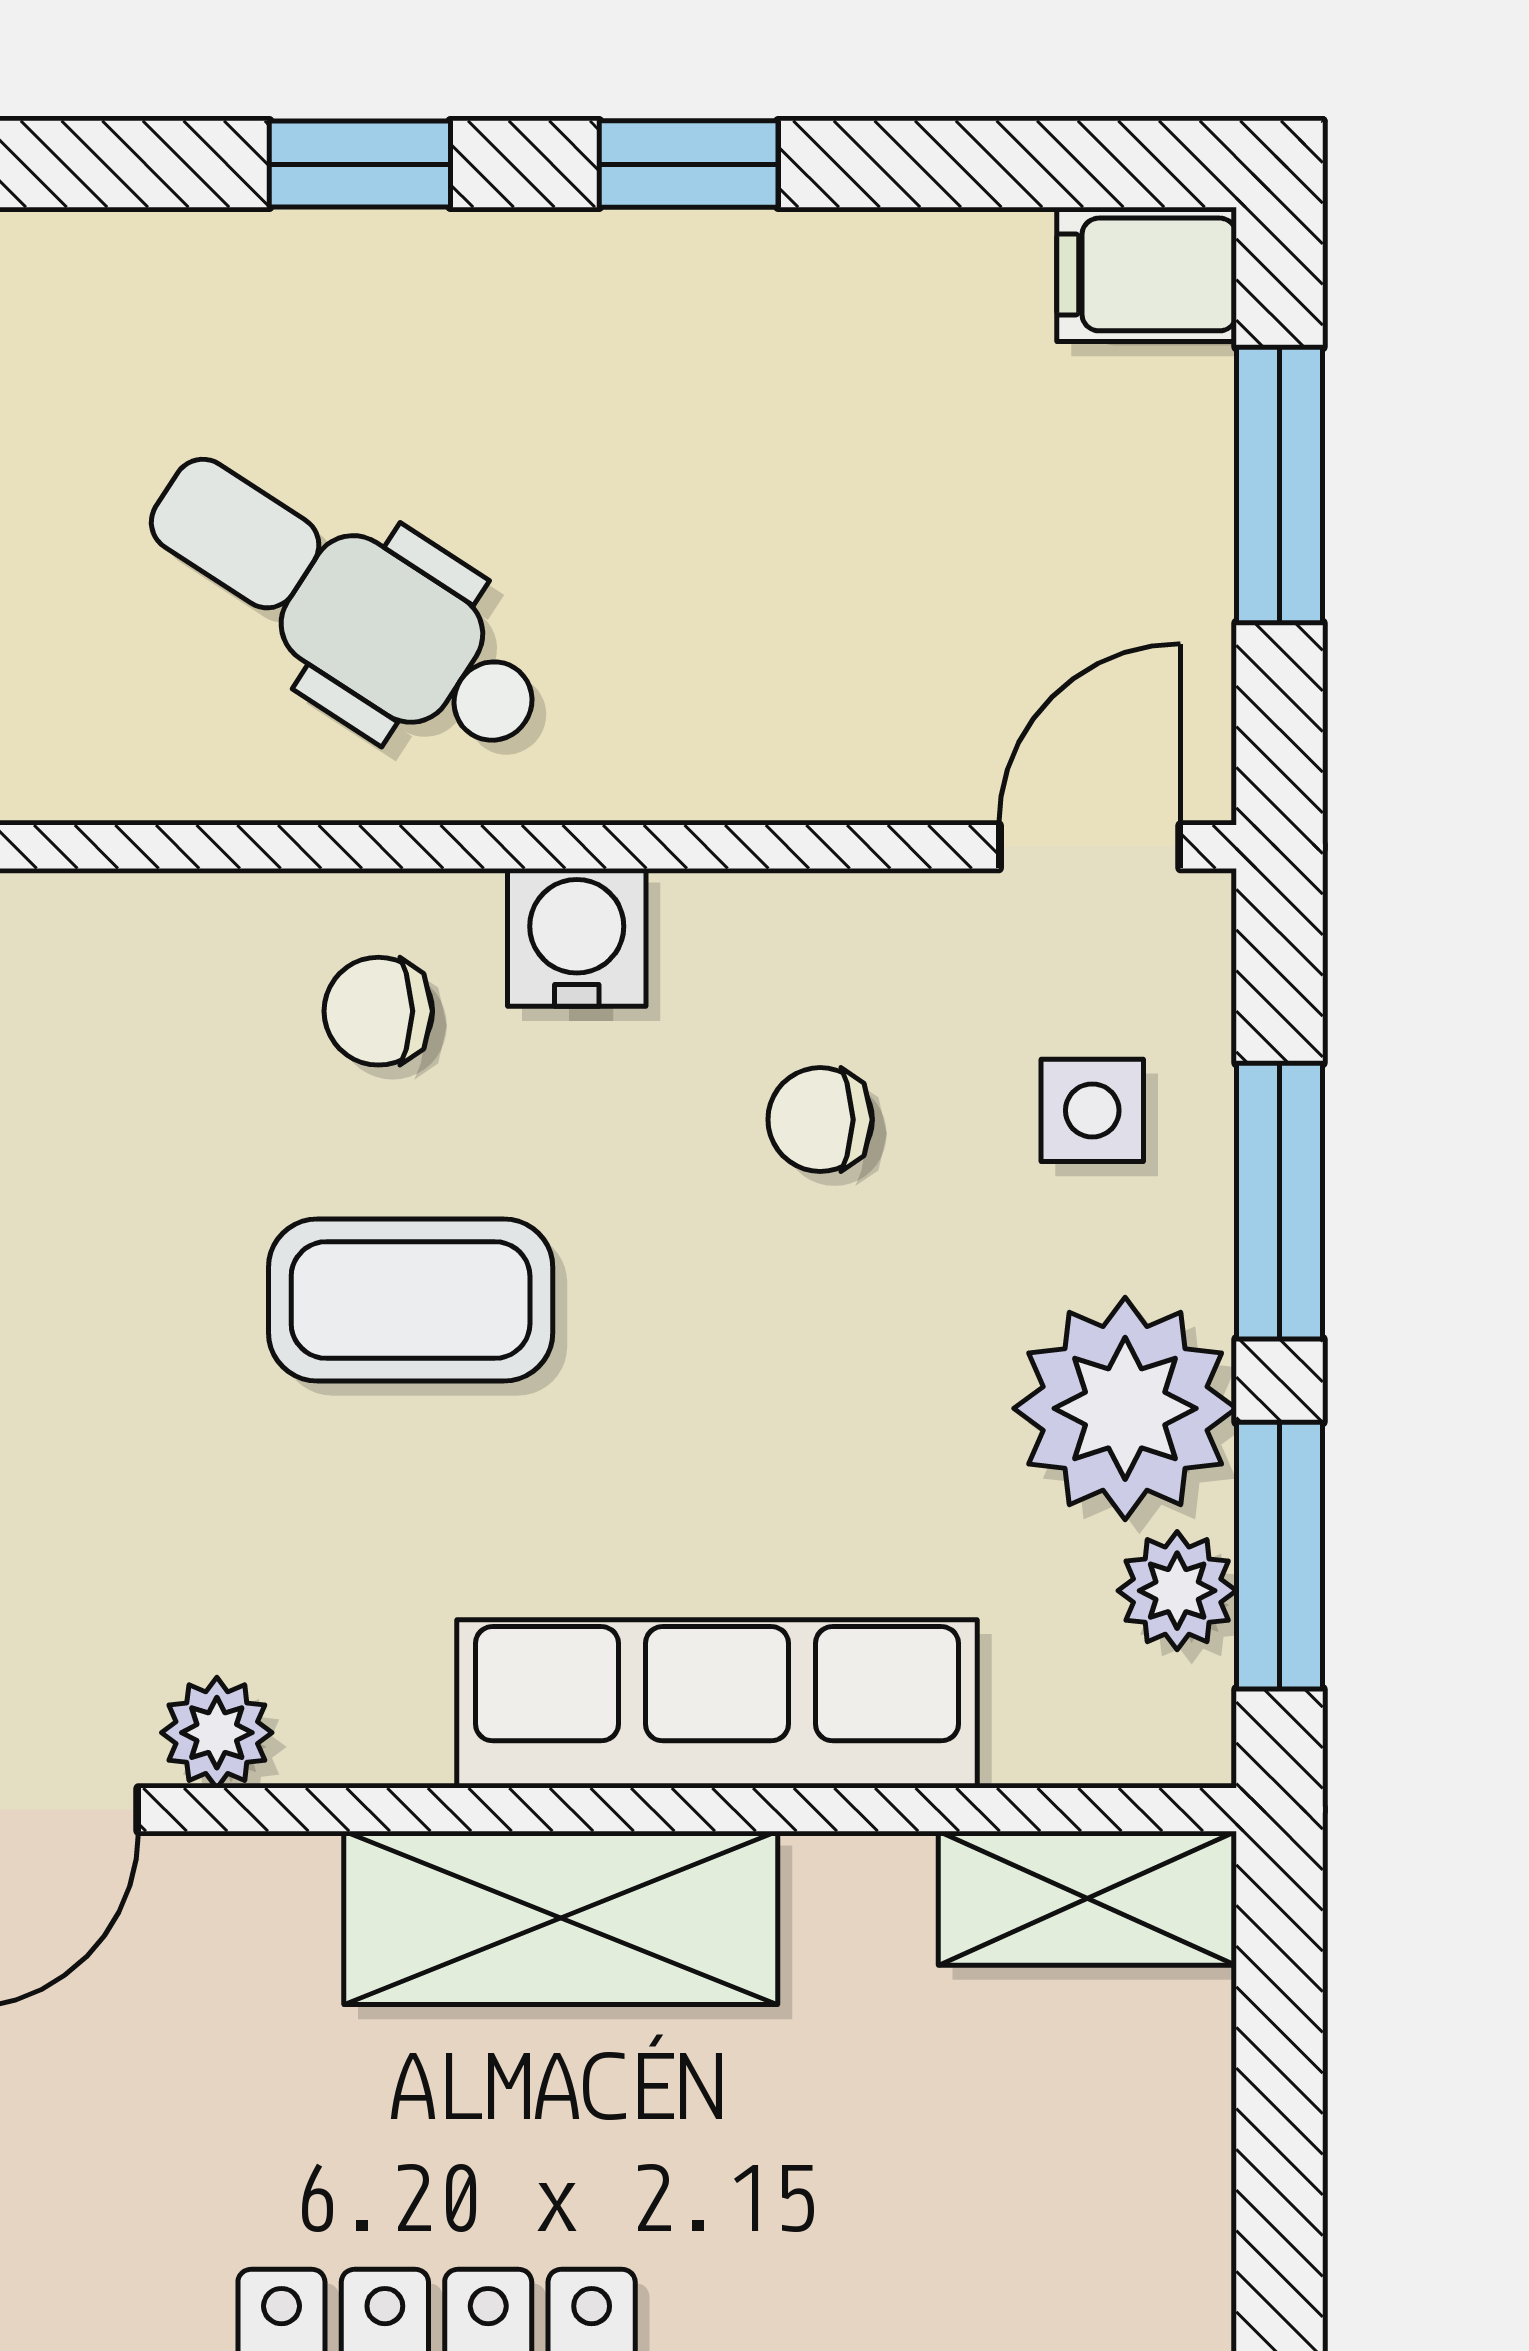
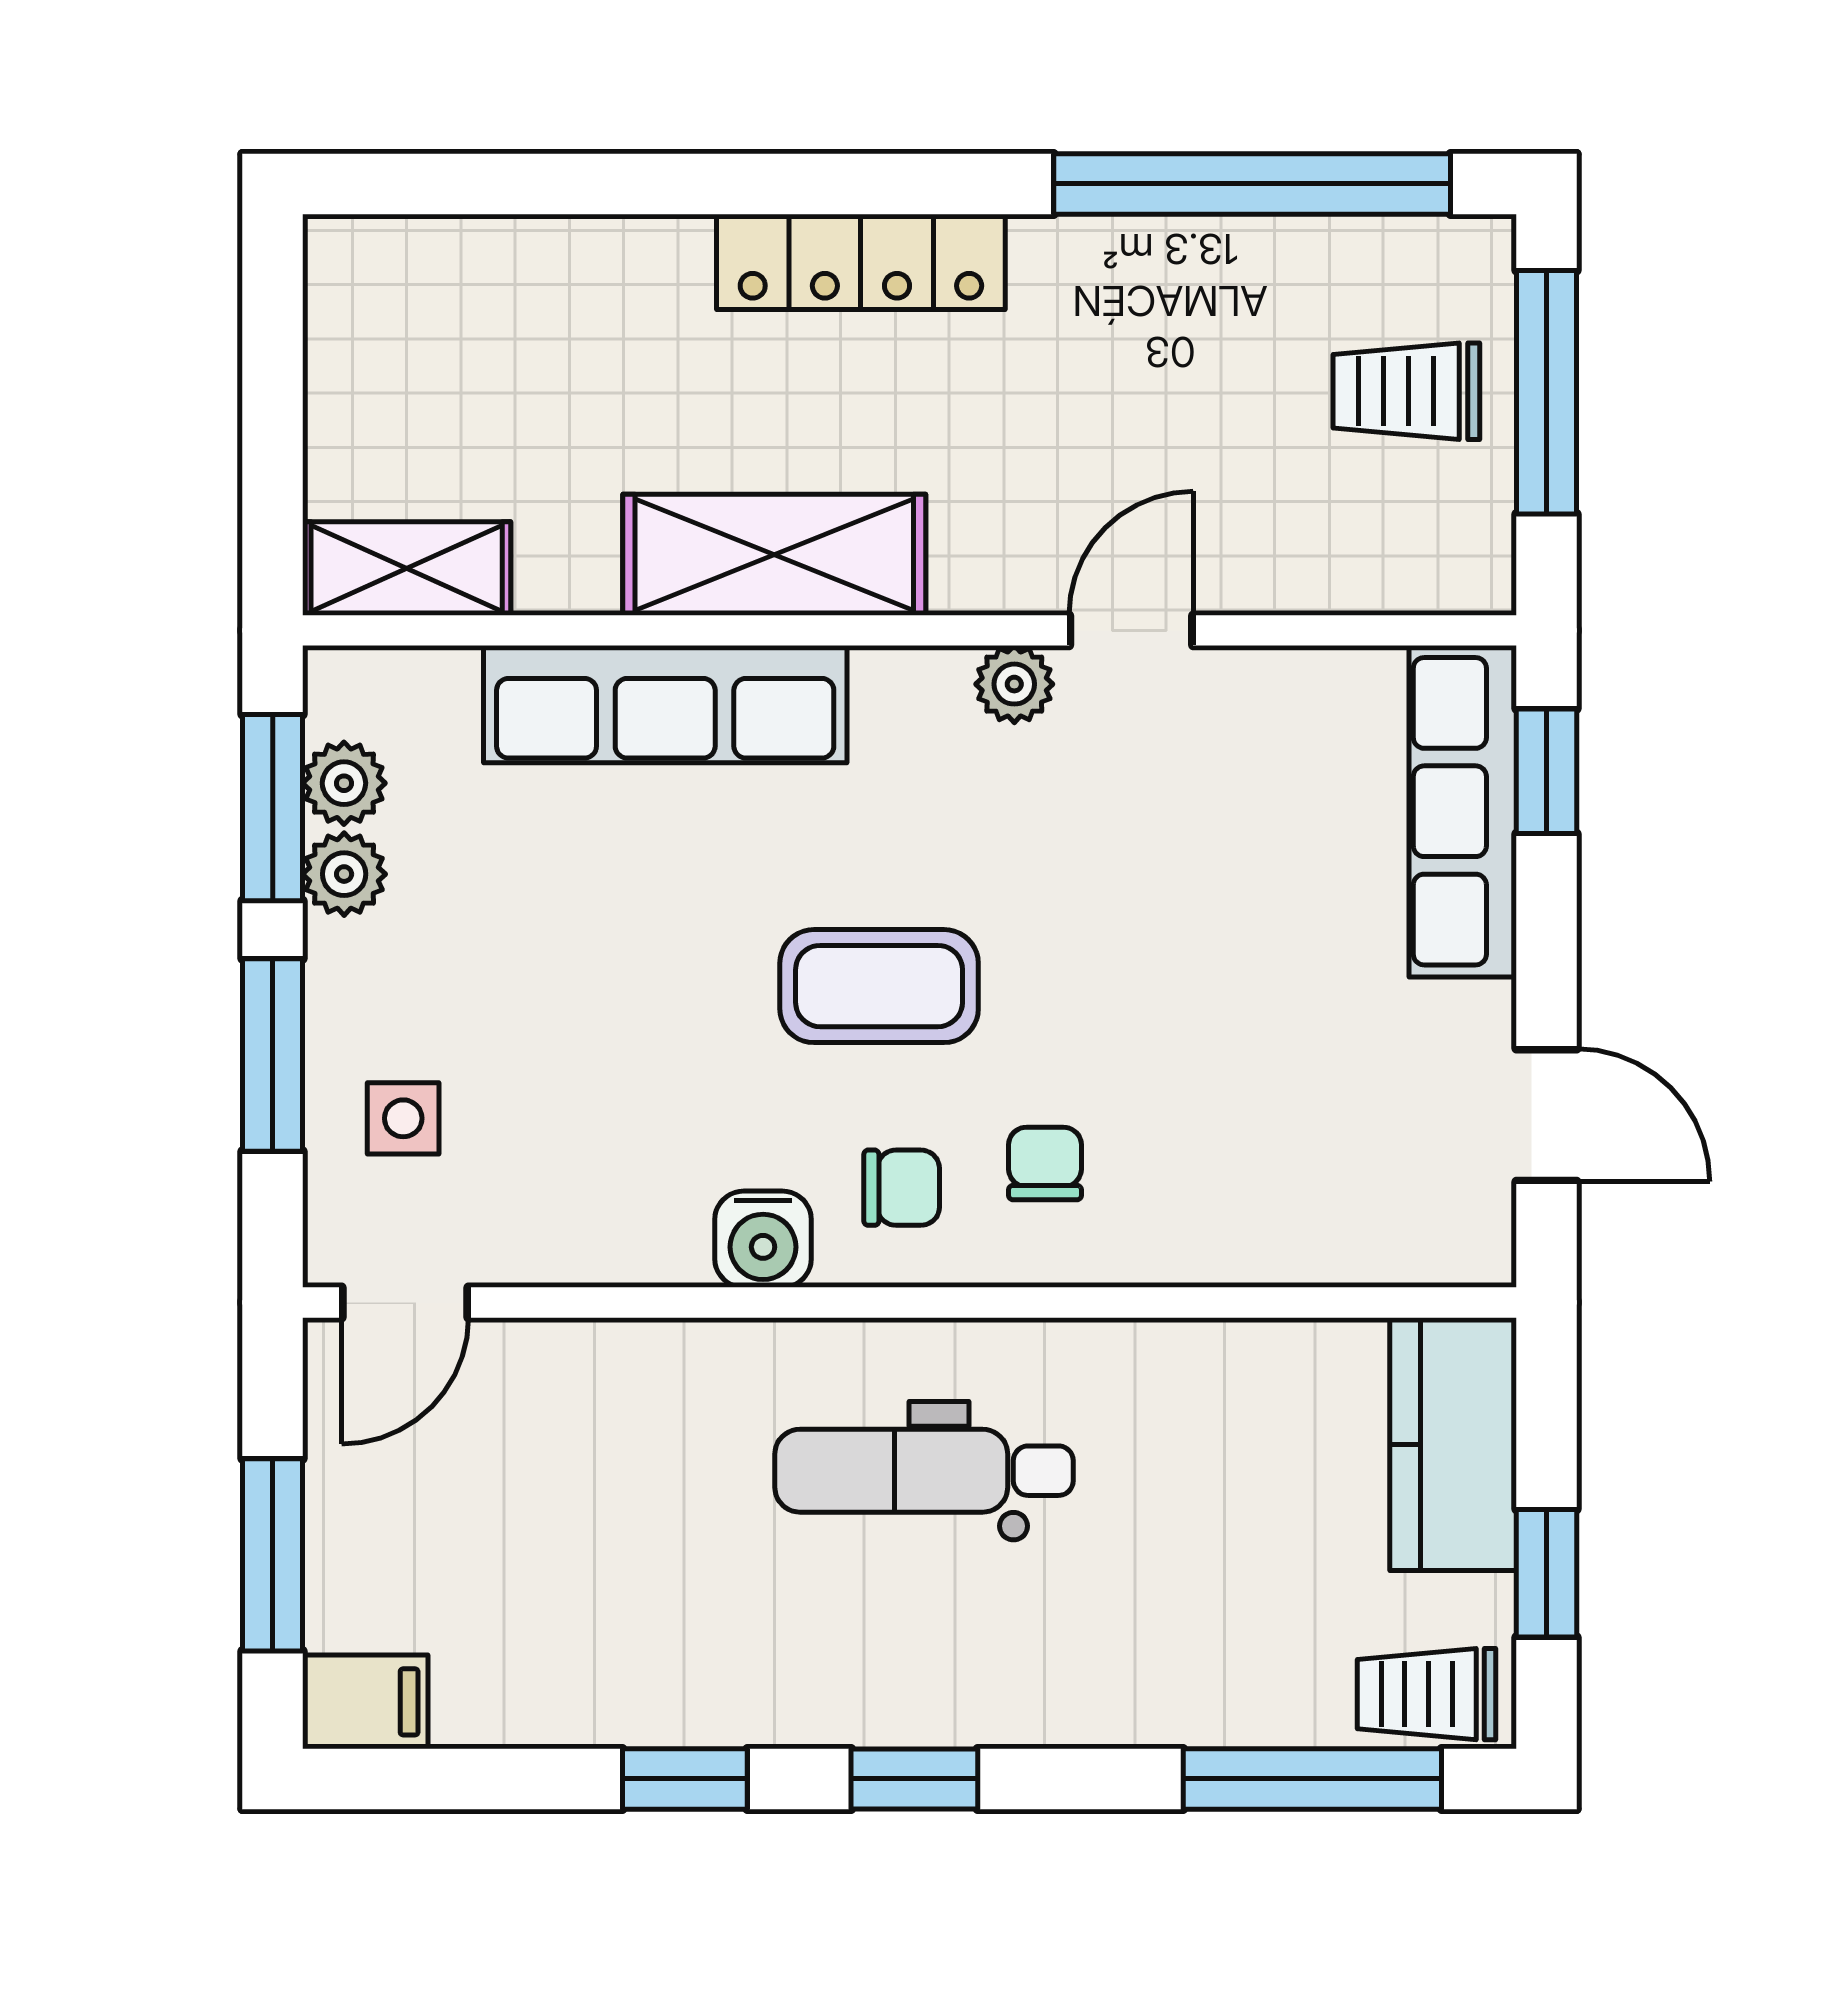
dental chair: (346, 606) -> (924, 1471), turned 147
chair: (820, 1120) -> (1045, 1163), moved, turned -90
plant: (1125, 1408) -> (344, 874), width x0.53, depth x0.53

